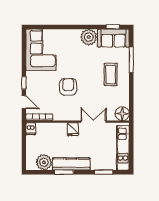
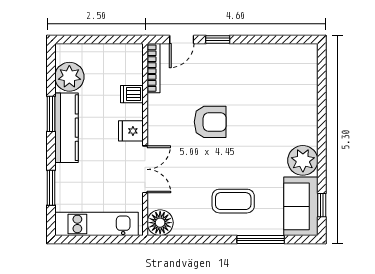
corner sofa: (41, 50) -> (279, 71), removed
dishwasher: (31, 129) -> (132, 94), moved

